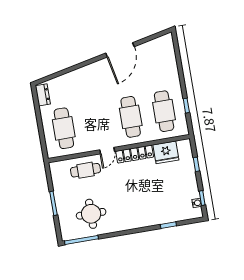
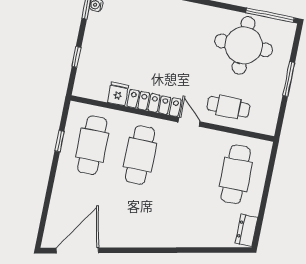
door: (120, 50) -> (77, 251), moved
door: (107, 151) -> (189, 122), hinge flipped
fridge: (166, 152) -> (118, 94), width x0.53, depth x0.75
round table: (91, 214) -> (244, 45), width x1.36, depth x1.36

